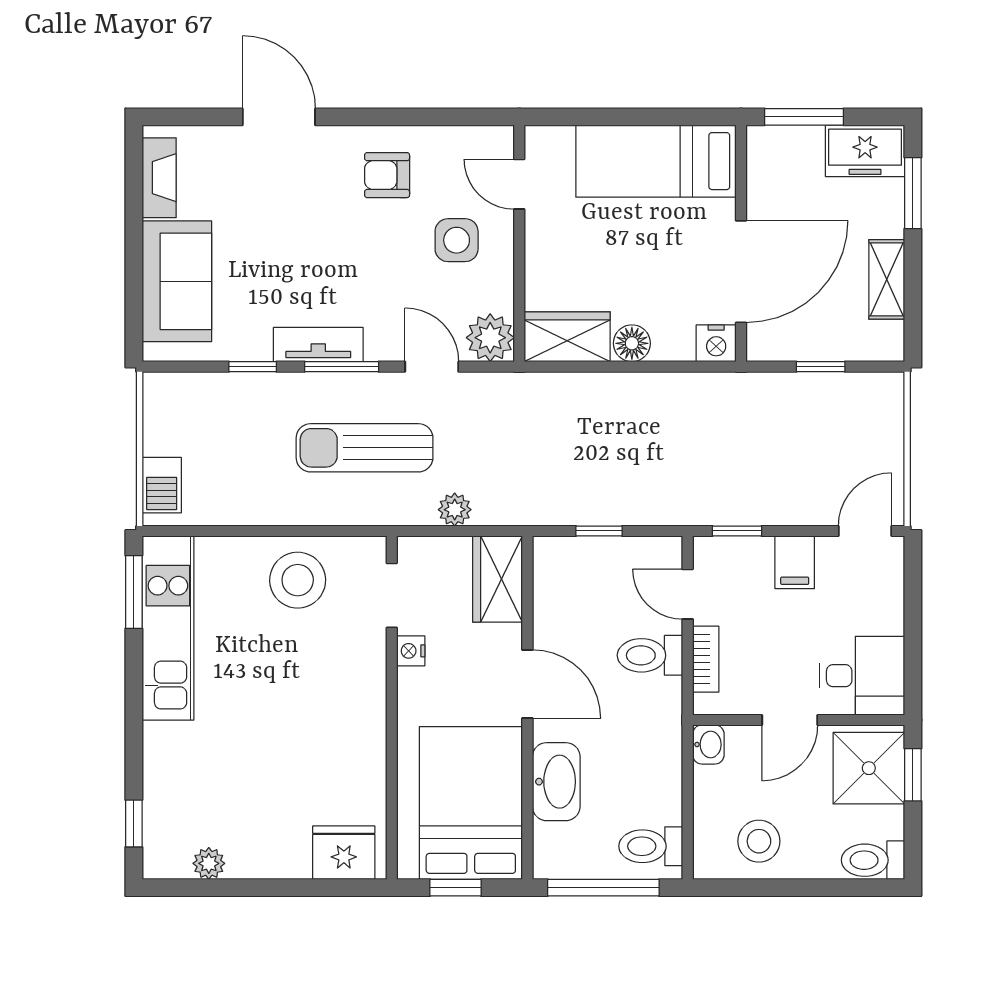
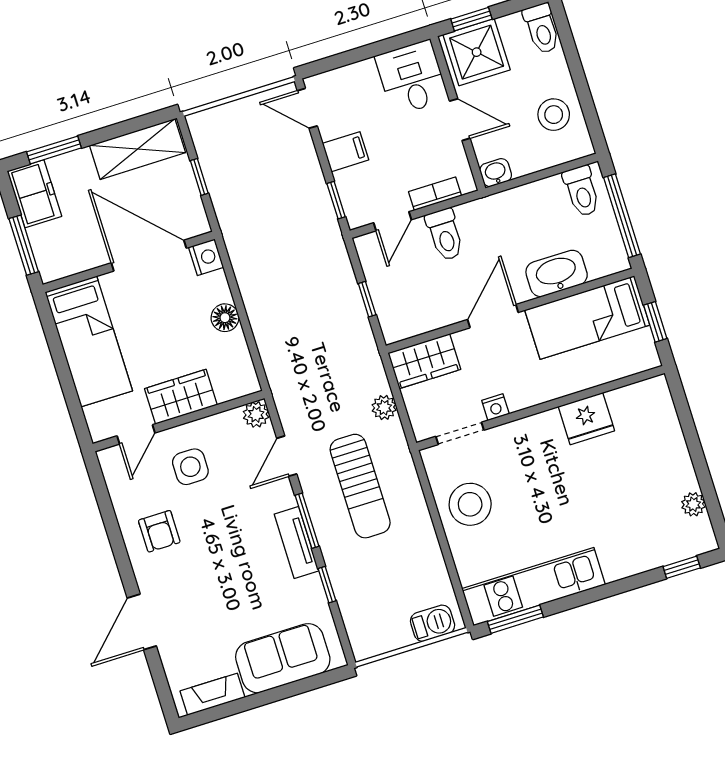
shelving: (887, 279) -> (137, 149), width x1.50, depth x1.33
wardrobe: (567, 337) -> (181, 397), moved, turned 90
plant: (490, 338) -> (256, 414), width x0.73, depth x0.73
bed: (471, 803) -> (587, 318), width x0.67
fridge: (344, 853) -> (586, 419), moved, turned -90

